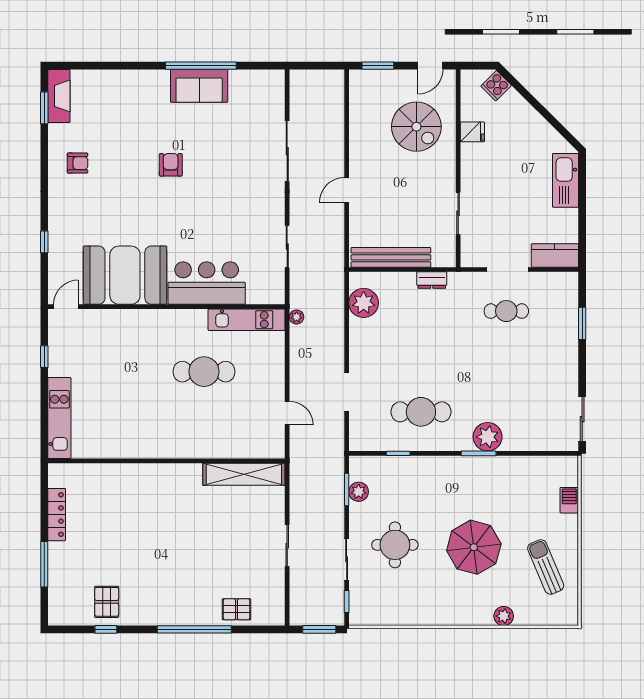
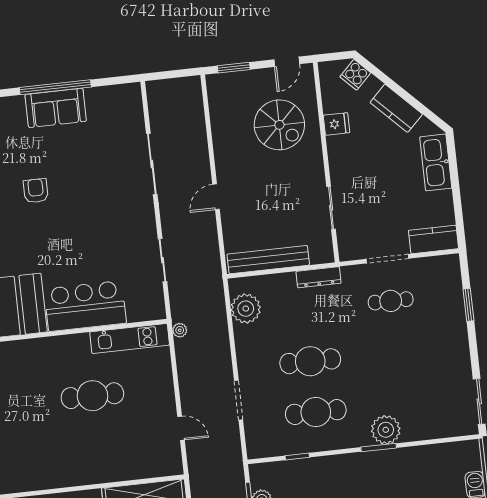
kitchen counter: (533, 123) -> (396, 108), added
dresser: (432, 280) -> (319, 277), width x1.44
cafe table: (421, 361) -> (310, 361), added

